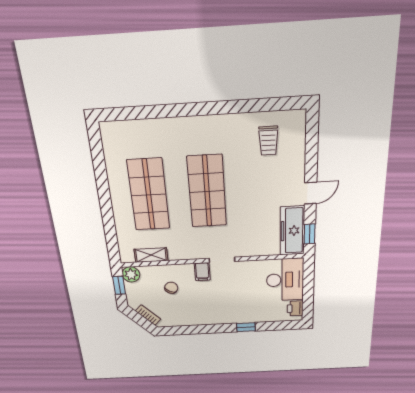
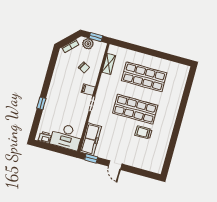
trolley: (268, 141) -> (143, 132), moved
freezer: (292, 231) -> (91, 139), moved, turned 90
plant: (131, 274) -> (88, 44), moved

